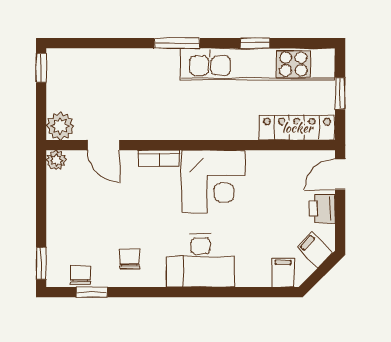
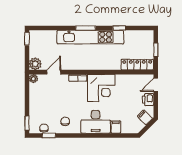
kitchen unit: (258, 64) -> (90, 37), moved
door: (104, 145) -> (54, 72), swing flipped
filing cabinet: (283, 273) -> (116, 127), moved

